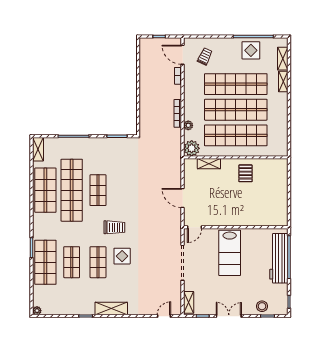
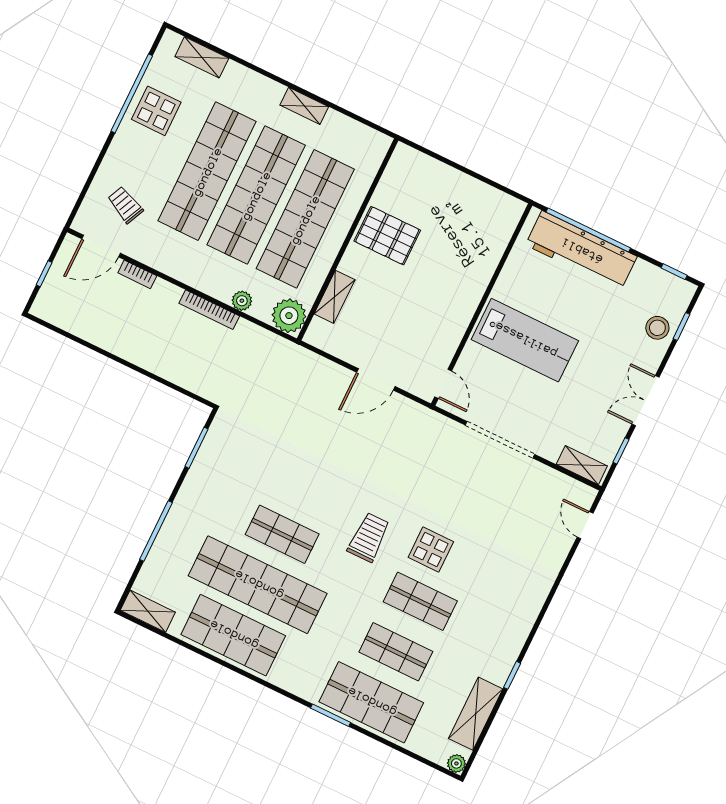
shelving: (283, 81) -> (304, 106), moved
pallet: (246, 173) -> (387, 236), width x1.50, depth x1.42
shelving: (111, 309) -> (476, 714), moved

